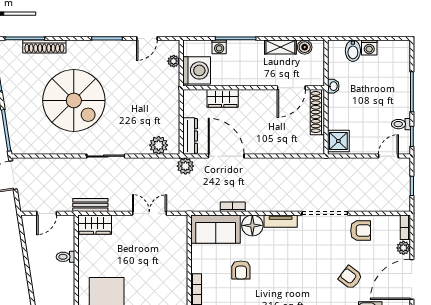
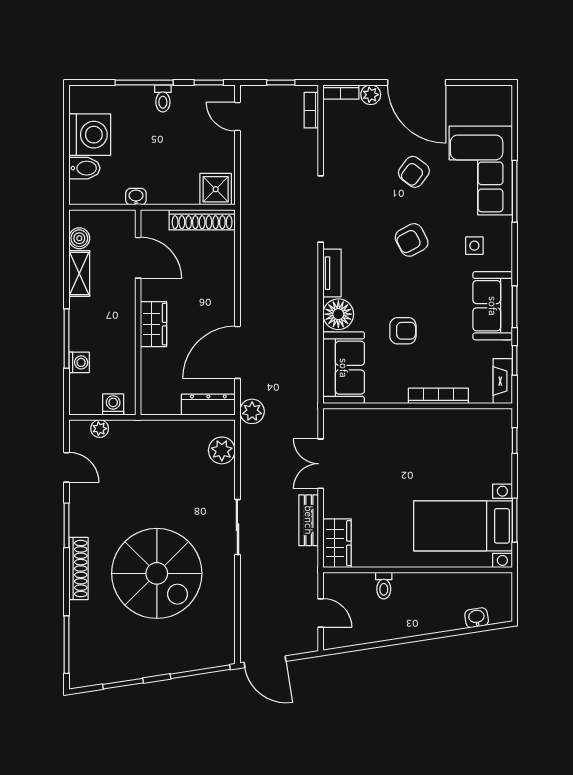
shoe rack: (44, 47) -> (78, 568), moved
washing machine: (369, 48) -> (90, 135), width x1.89, depth x1.89
washing machine: (197, 70) -> (113, 405), width x0.53, depth x0.53
wardrobe: (223, 98) -> (154, 324), moved
spiral stairs: (74, 100) -> (157, 573), turned 90
shoe rack: (317, 112) -> (202, 220), moved
toilet: (401, 124) -> (163, 98), moved
bench: (90, 205) -> (309, 520), moved
bookcase: (233, 207) -> (311, 110), moved
armchair: (361, 231) -> (412, 240), moved, turned -118

